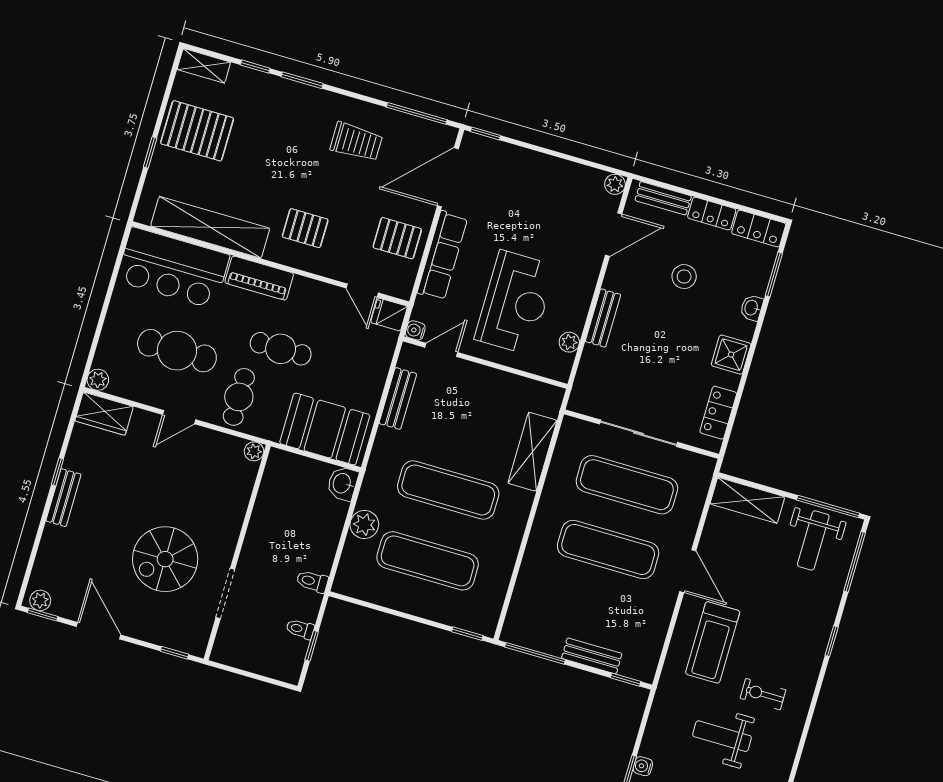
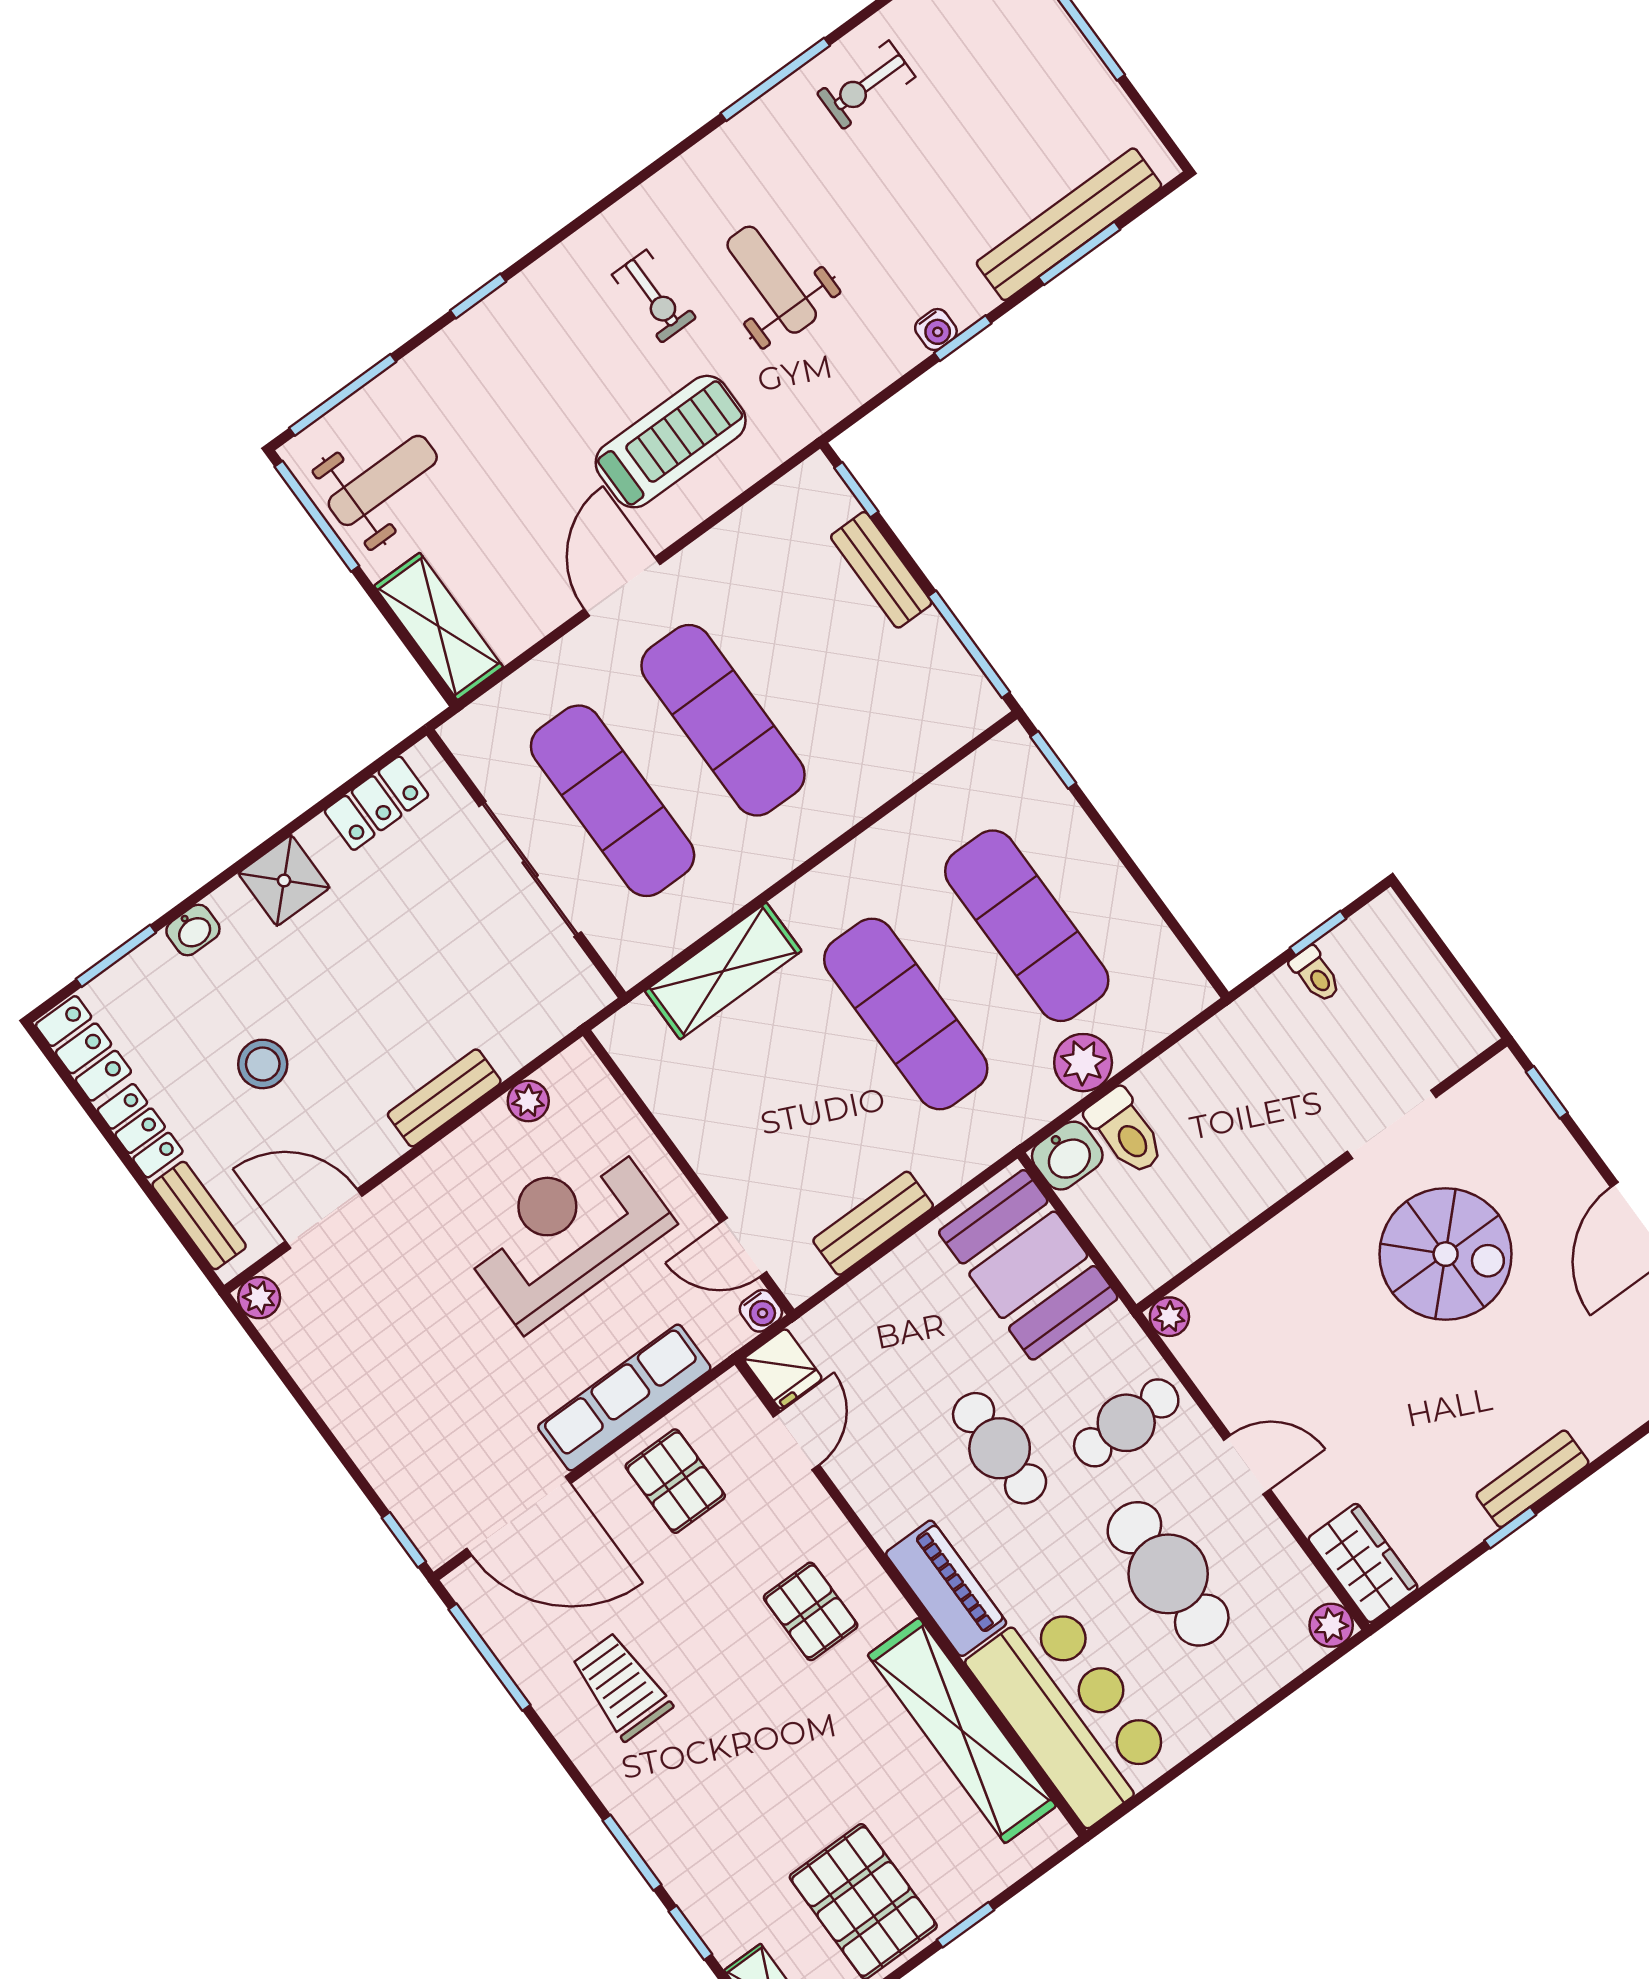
toilet: (312, 581) -> (1126, 1132), moved, width x1.37, depth x1.39
weight bench: (722, 736) -> (772, 280), turned 180

